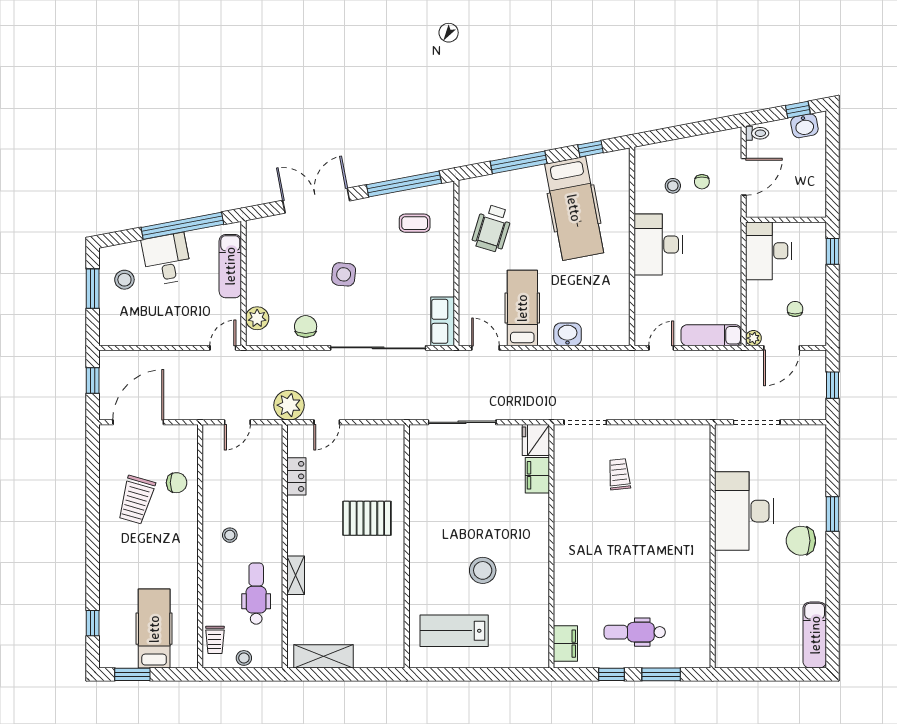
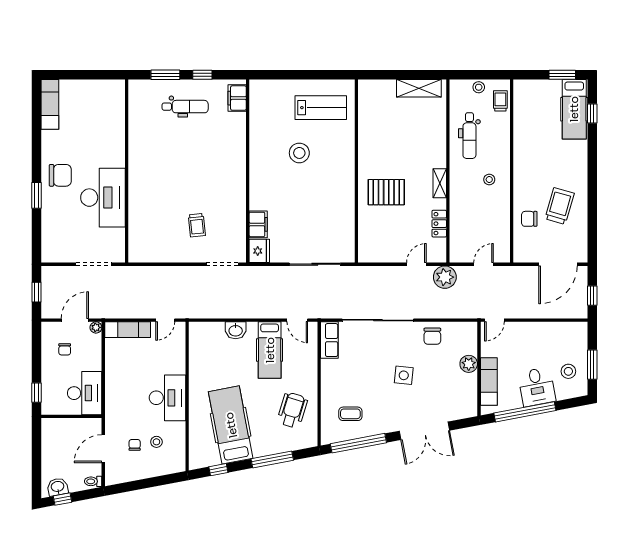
plant: (257, 318) -> (469, 364), moved
shelving: (296, 575) -> (440, 183), moved
hospital bed: (154, 629) -> (574, 109), moved

